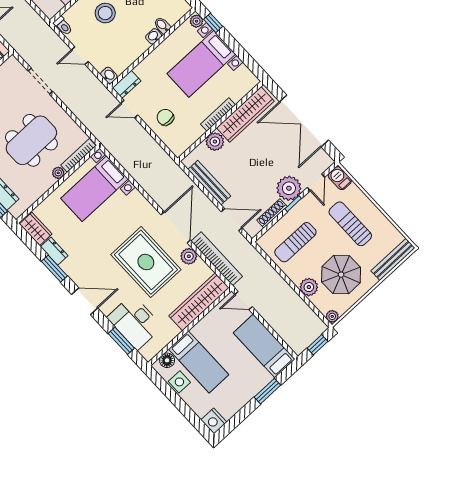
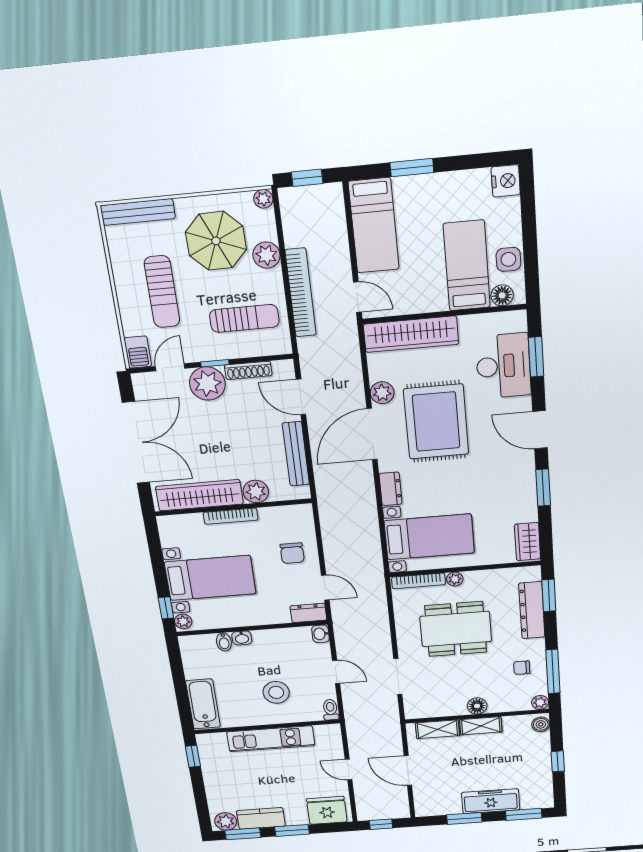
dresser: (54, 251) -> (391, 489), moved, turned 180
bookcase: (217, 259) -> (301, 293), moved, turned 180

